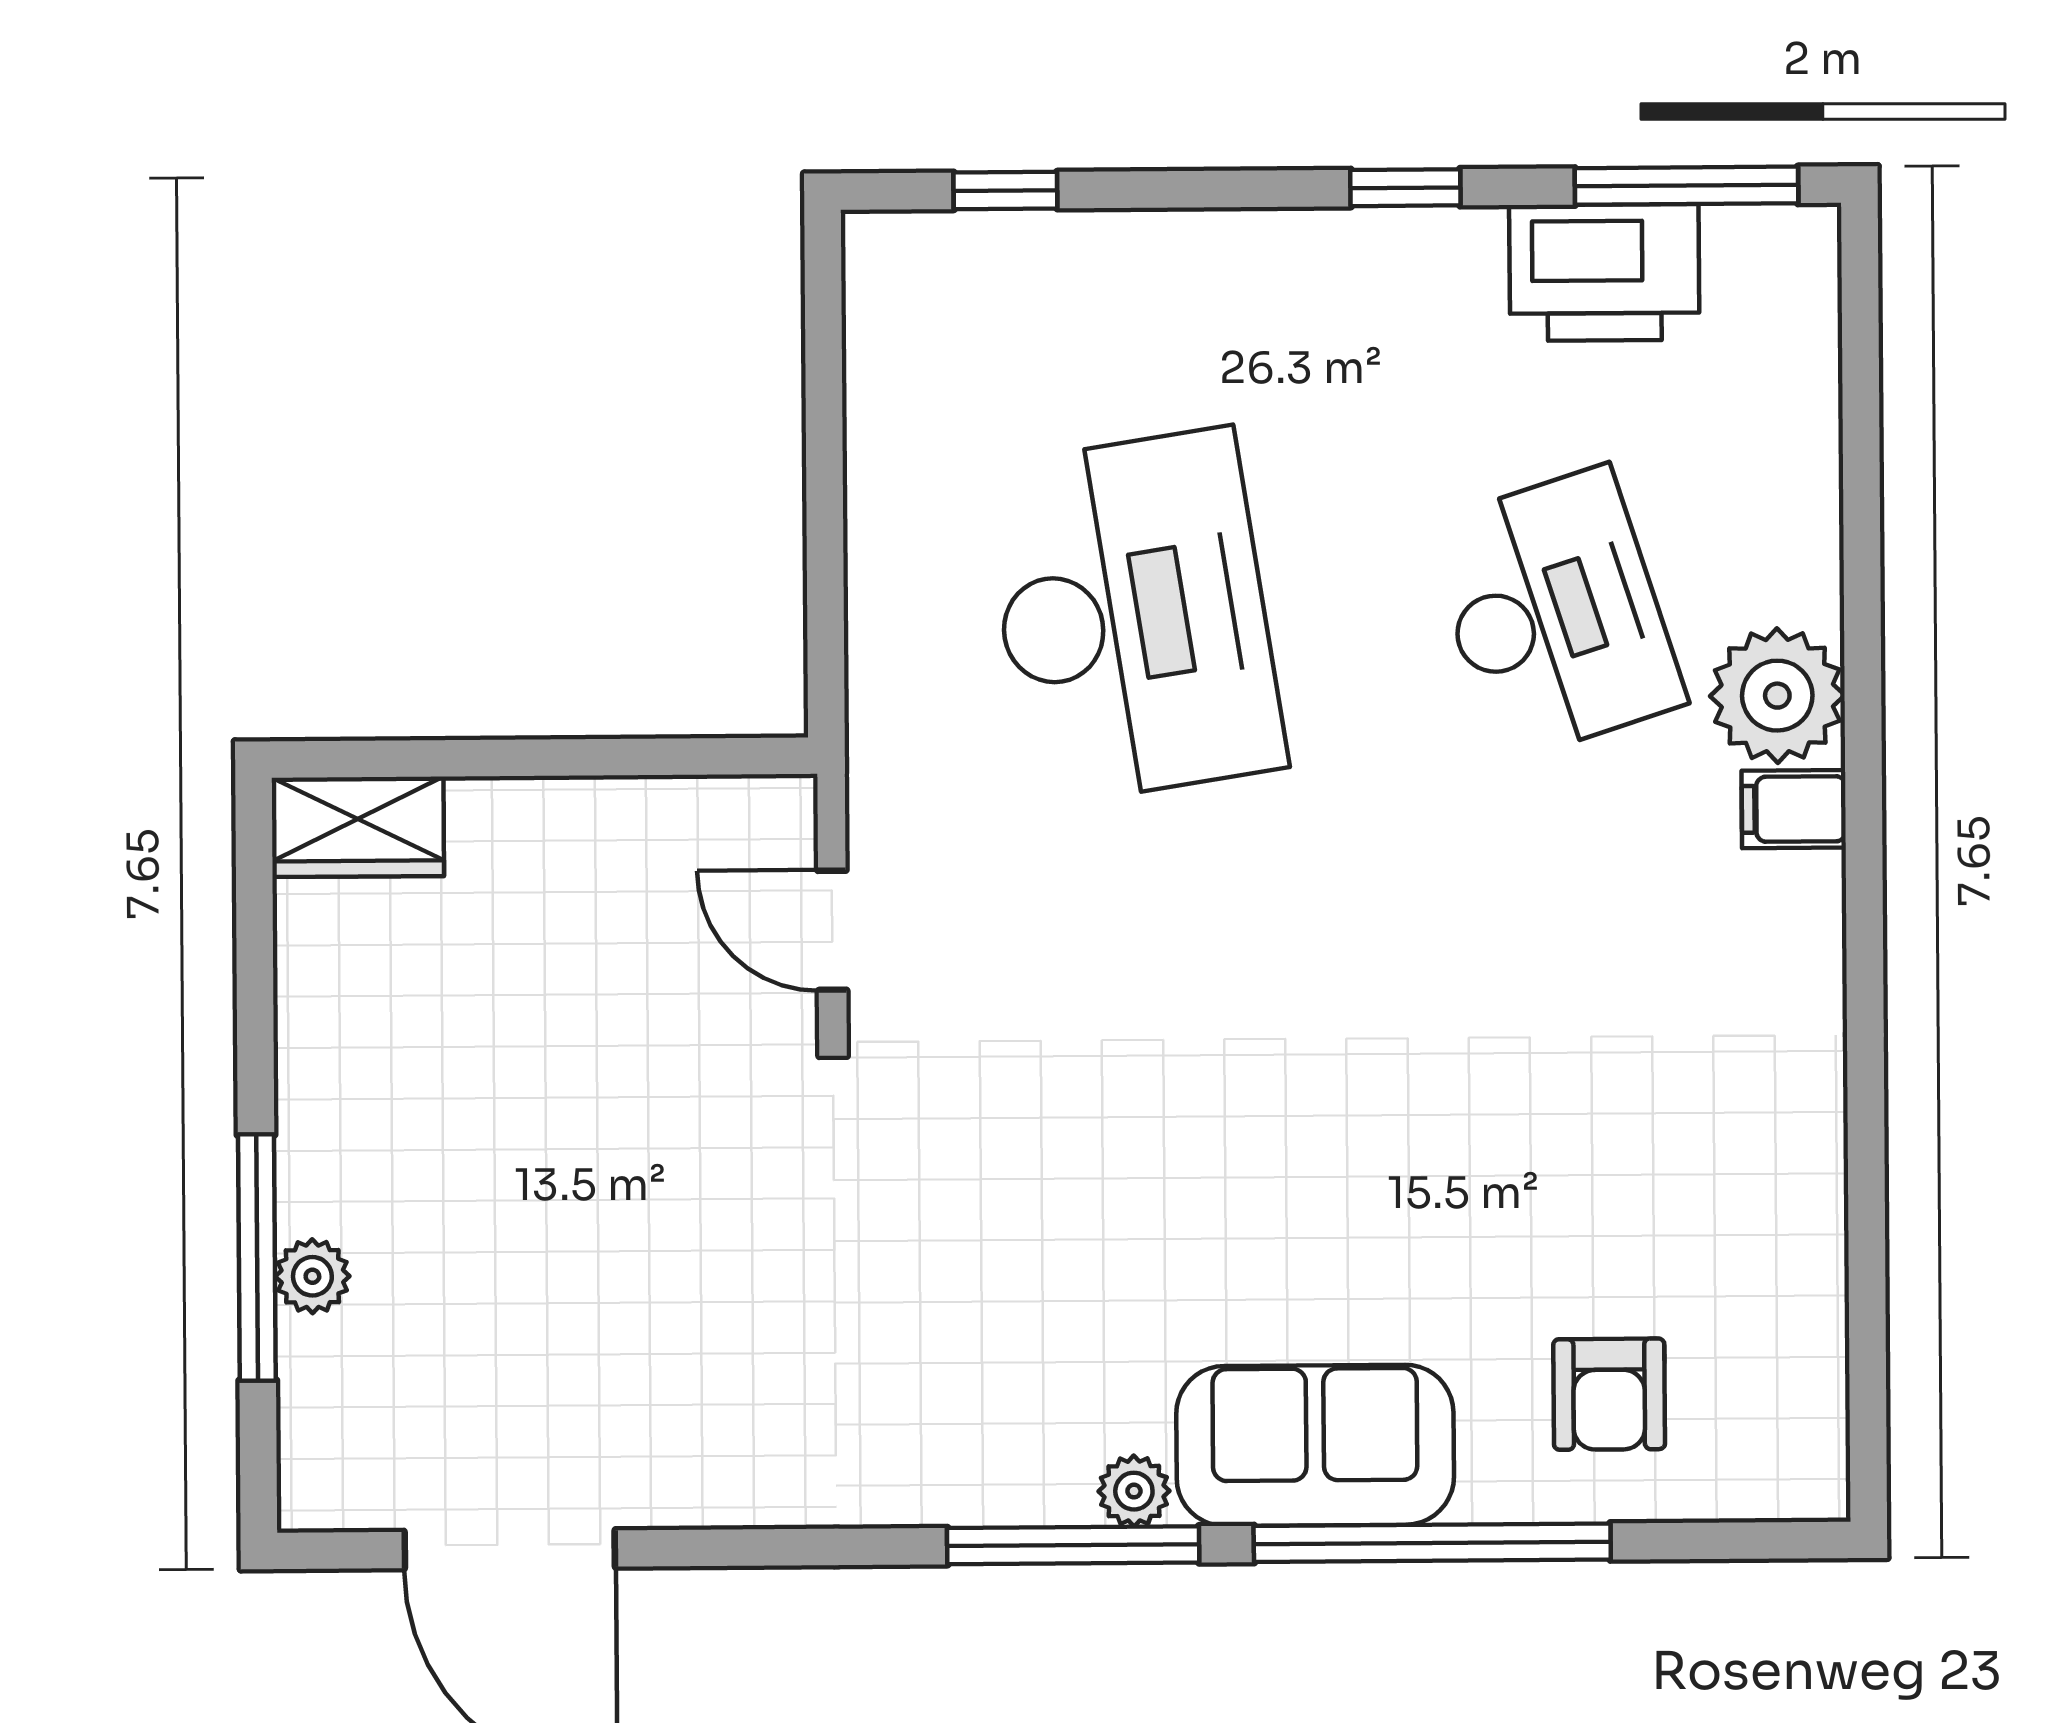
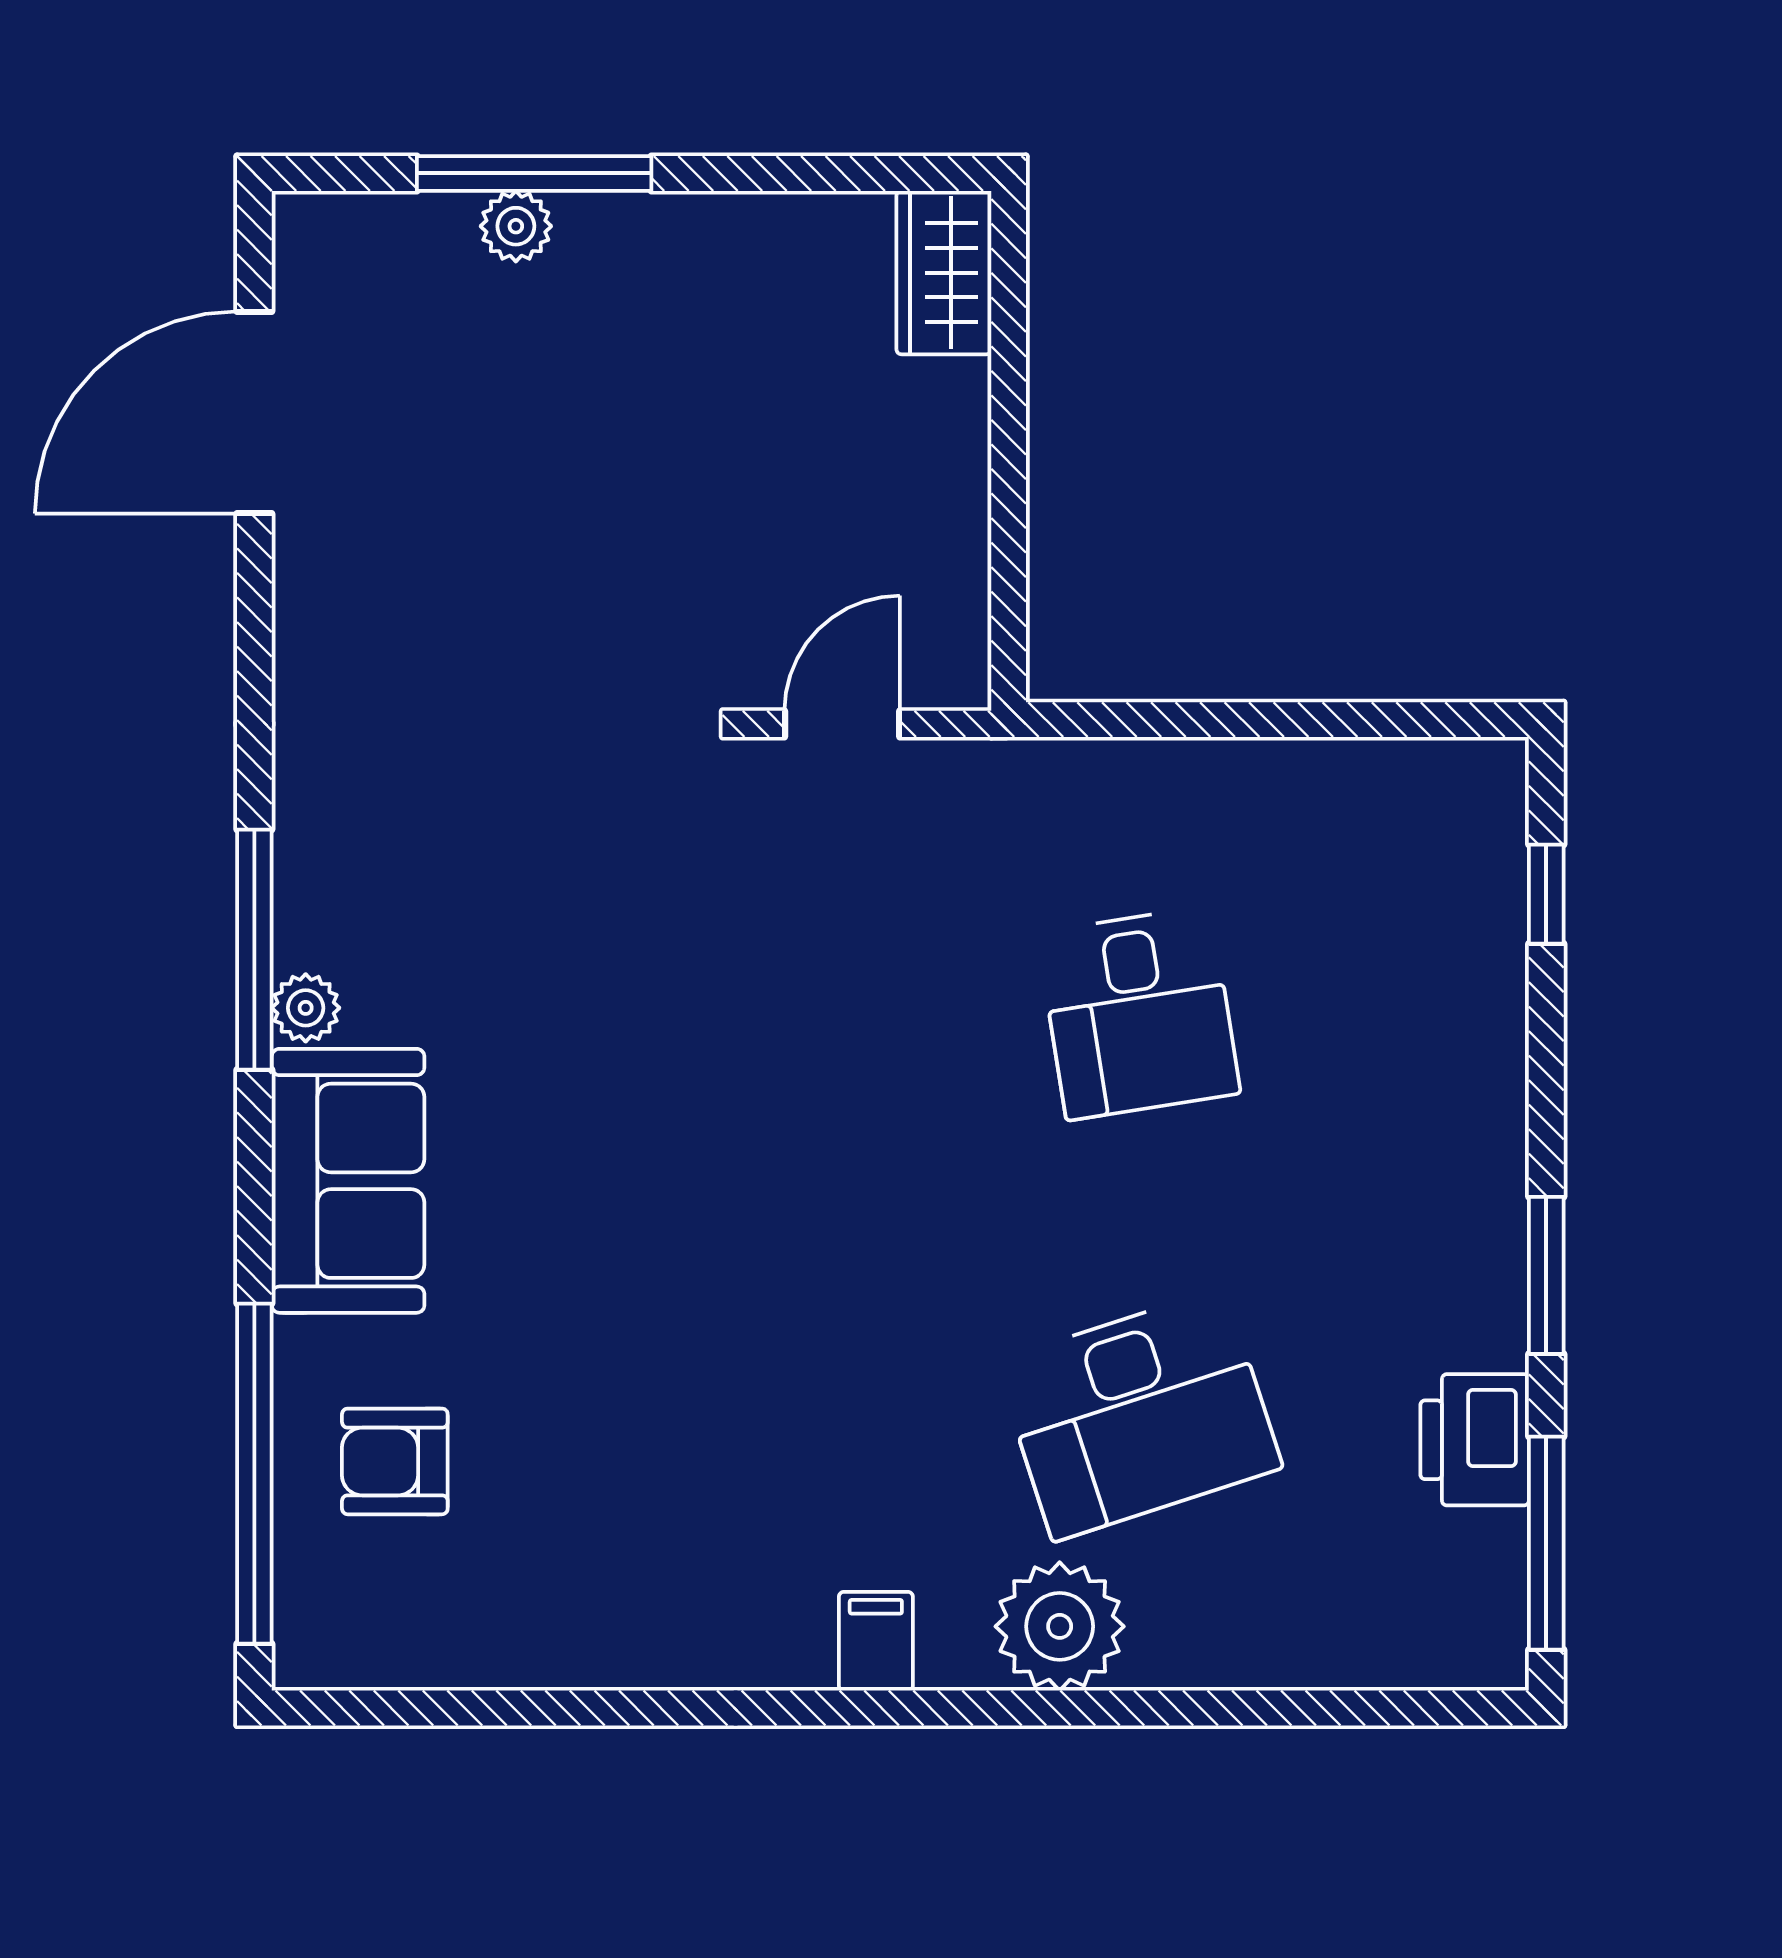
window: (1405, 188) -> (1546, 1275), width x1.50
printer: (1604, 272) -> (1475, 1440), width x0.73, depth x0.84
desk: (1133, 617) -> (1139, 1013), width x0.53, depth x0.77
filing cabinet: (1794, 809) -> (876, 1641), moved
window: (1432, 1543) -> (254, 1474), moved

